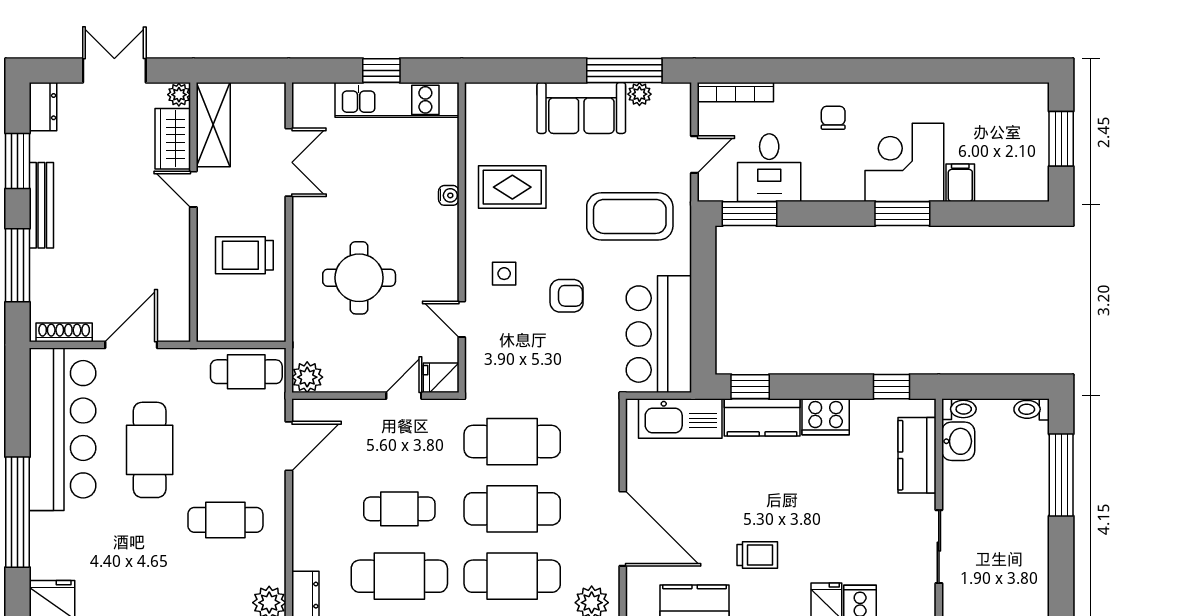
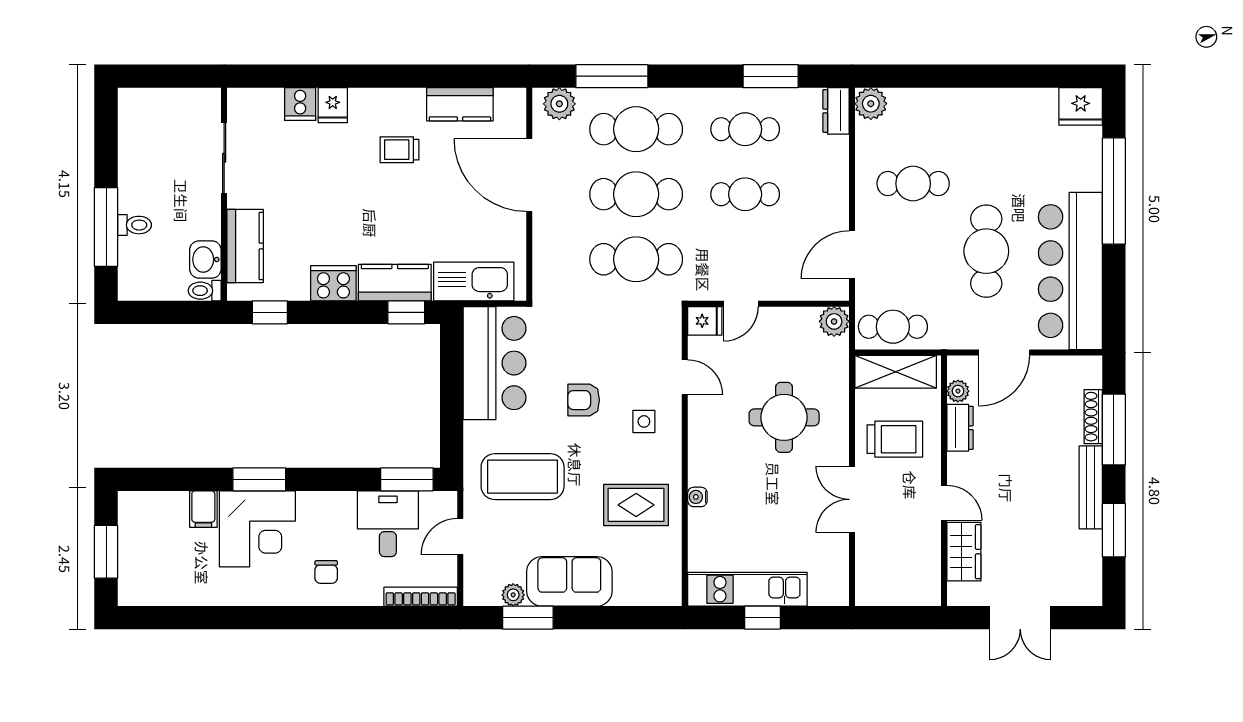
window: (624, 71) -> (528, 618), width x0.69
plant: (179, 95) -> (958, 391), moved
dresser: (43, 107) -> (960, 428), moved, turned 180
shelving: (213, 125) -> (896, 372), moved, turned 90
double door: (289, 162) -> (852, 499), moved
shoe rack: (64, 332) -> (1093, 417), moved, turned 90
toilet: (1032, 409) -> (134, 225), moved
cafe table: (399, 576) -> (745, 129), width x0.73, depth x0.74

